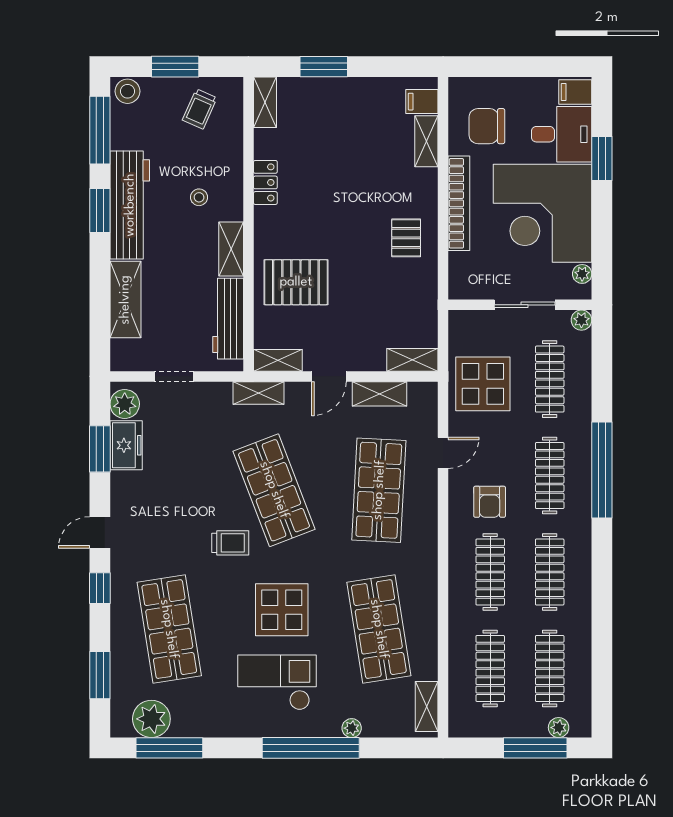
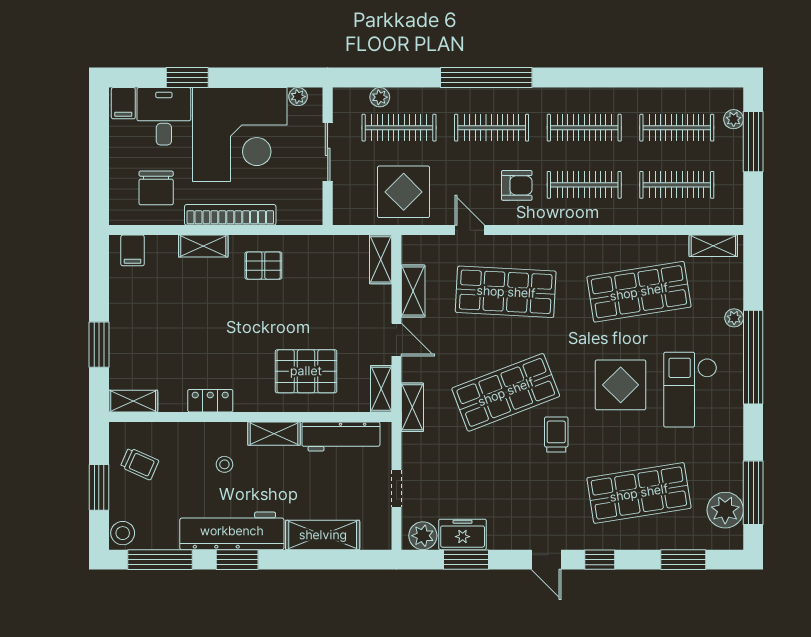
shelving: (426, 141) -> (203, 246), moved
pallet: (296, 282) -> (306, 371), turned 90
plant: (581, 320) -> (380, 97), moved

